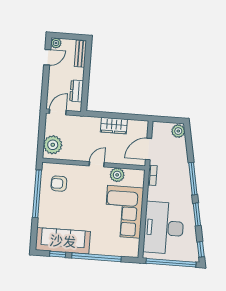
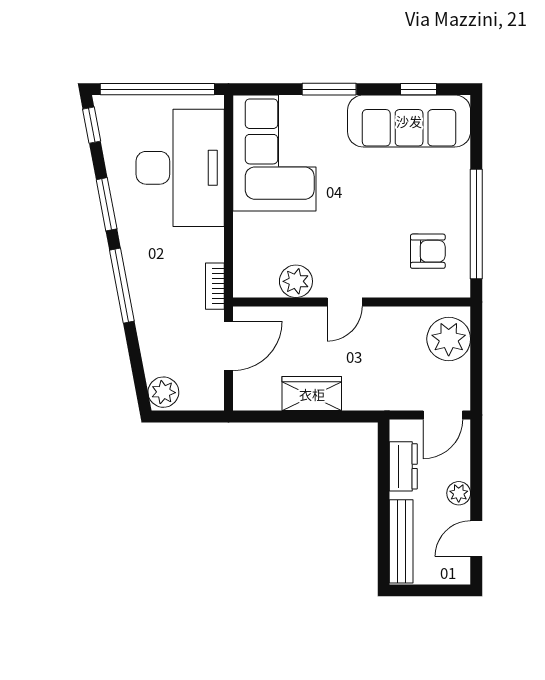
plant: (56, 43) -> (459, 493), moved
bench: (80, 54) -> (401, 541), width x1.36
corner sofa: (124, 212) -> (274, 153), moved
window: (96, 257) -> (329, 89), width x0.47

